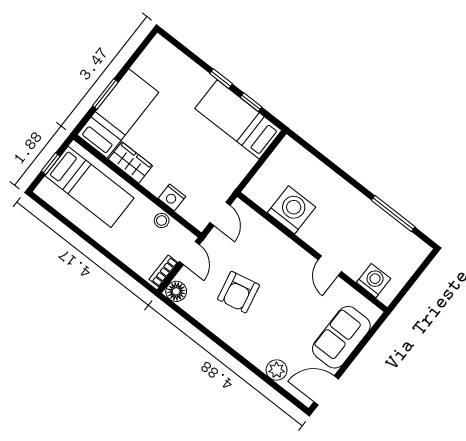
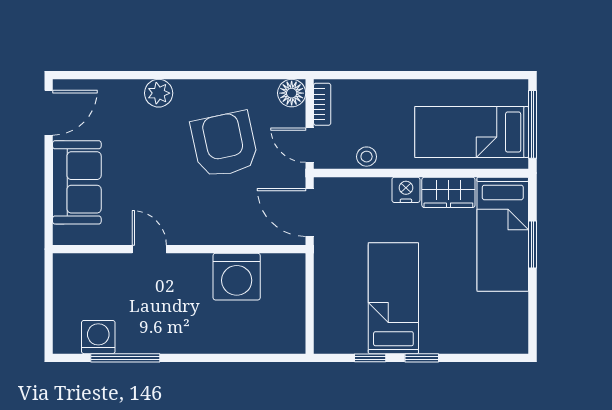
bed: (238, 119) -> (393, 298), moved, turned -90
window: (51, 164) -> (533, 124), width x2.17
nightstand: (172, 197) -> (406, 190), moved
door: (220, 214) -> (310, 213), width x1.37
washing machine: (374, 281) -> (98, 337), moved, turned 180
armchair: (239, 292) -> (224, 144), width x1.36, depth x1.36
plant: (277, 370) -> (159, 93), moved

